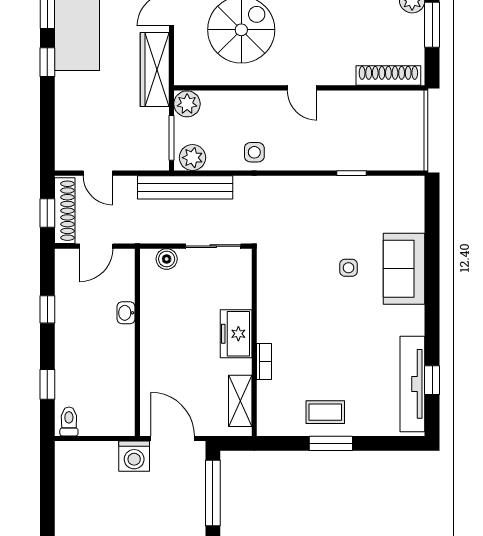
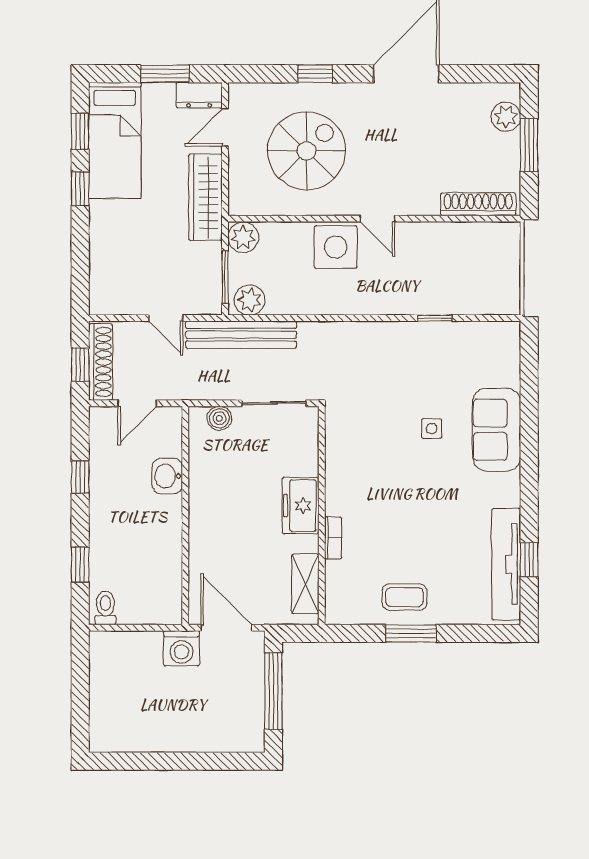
side table: (254, 152) -> (336, 247), moved, width x1.87, depth x1.87
door: (98, 173) -> (166, 318), moved
washbasin: (126, 313) -> (167, 476), width x1.38, depth x1.45

